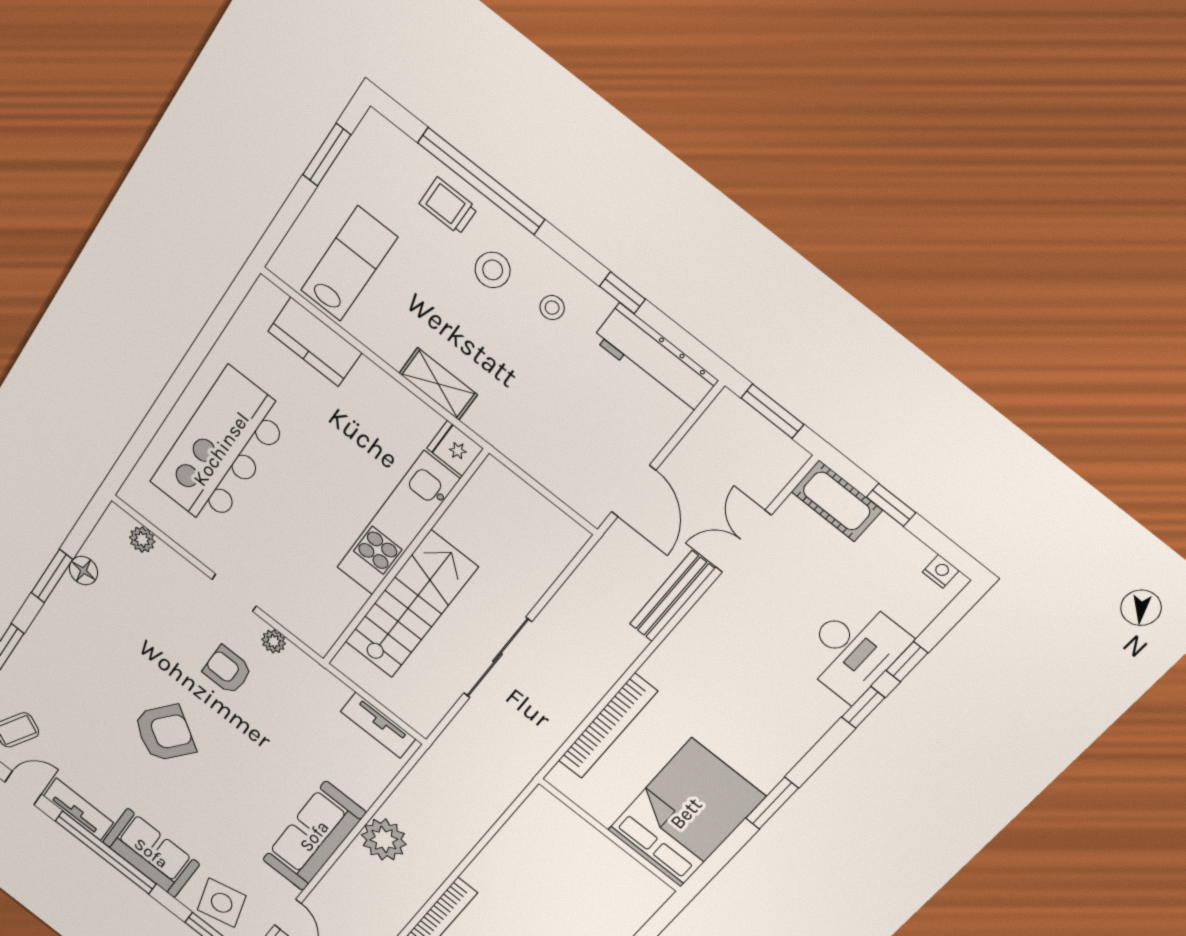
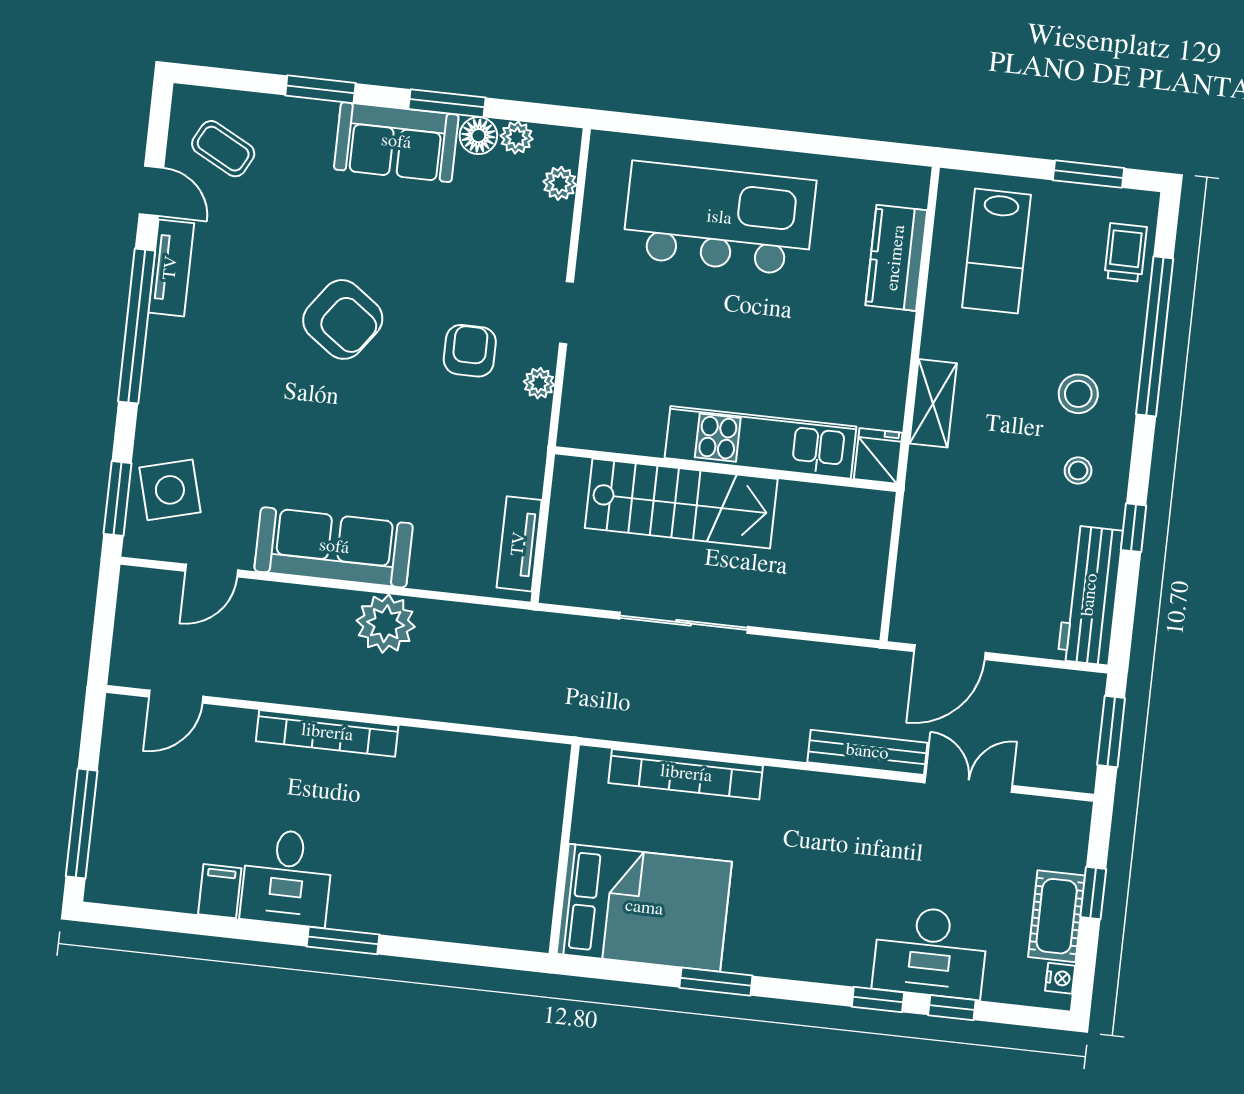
trolley: (448, 206) -> (1126, 253), moved
lab bench: (349, 264) -> (996, 251), turned 90
cot: (837, 501) -> (1057, 916), moved
plant: (97, 547) -> (517, 137), added
sofa: (151, 853) -> (396, 142), moved, turned 90

